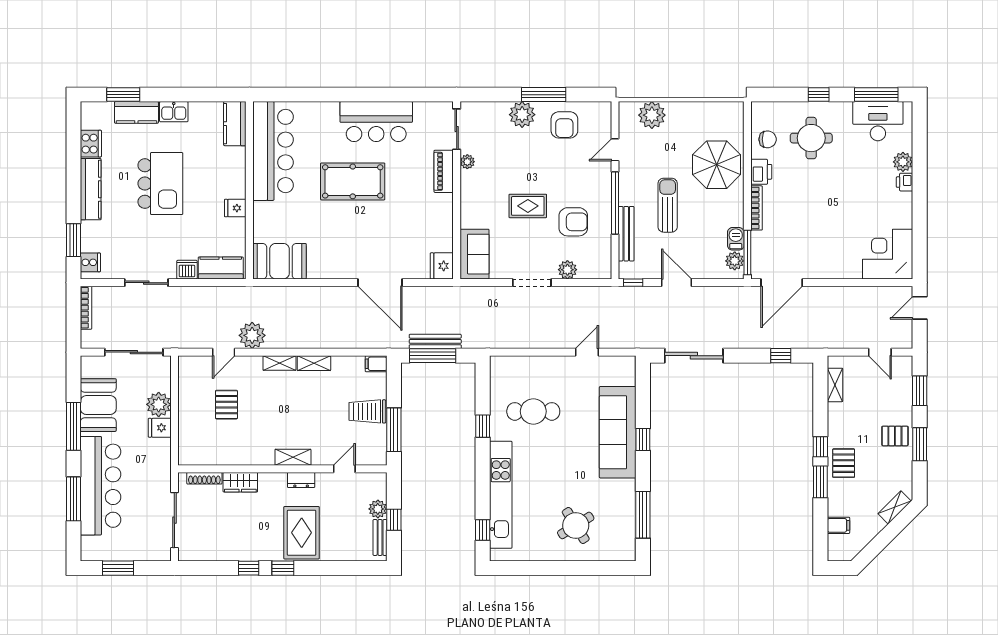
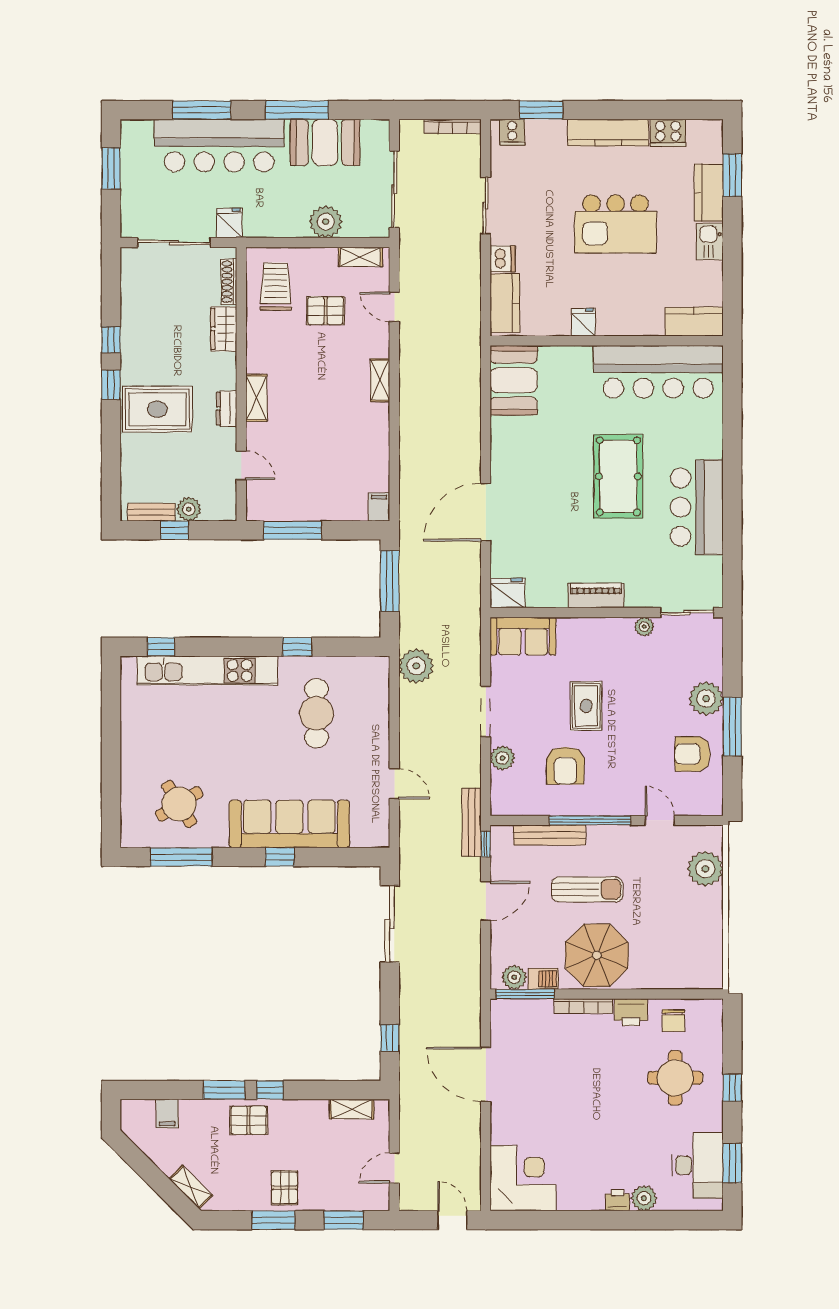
window: (876, 95) -> (732, 1163), width x0.69
parasol: (717, 165) -> (597, 955), moved
piano: (444, 171) -> (596, 596), moved
door: (782, 283) -> (486, 1074), moved
plant: (252, 335) -> (416, 666), moved
bench: (435, 341) -> (472, 822), moved
shelving: (314, 363) -> (360, 257), moved, turned 90
trolley: (367, 411) -> (276, 287), moved
fridge: (160, 428) -> (229, 223), moved
round table: (576, 525) -> (179, 804), moved

